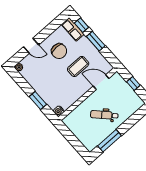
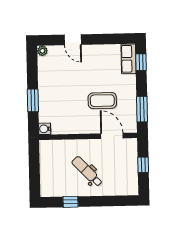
window: (96, 41) -> (142, 109), moved
chair: (59, 51) -> (96, 69), removed
window: (110, 141) -> (71, 202), width x0.46

